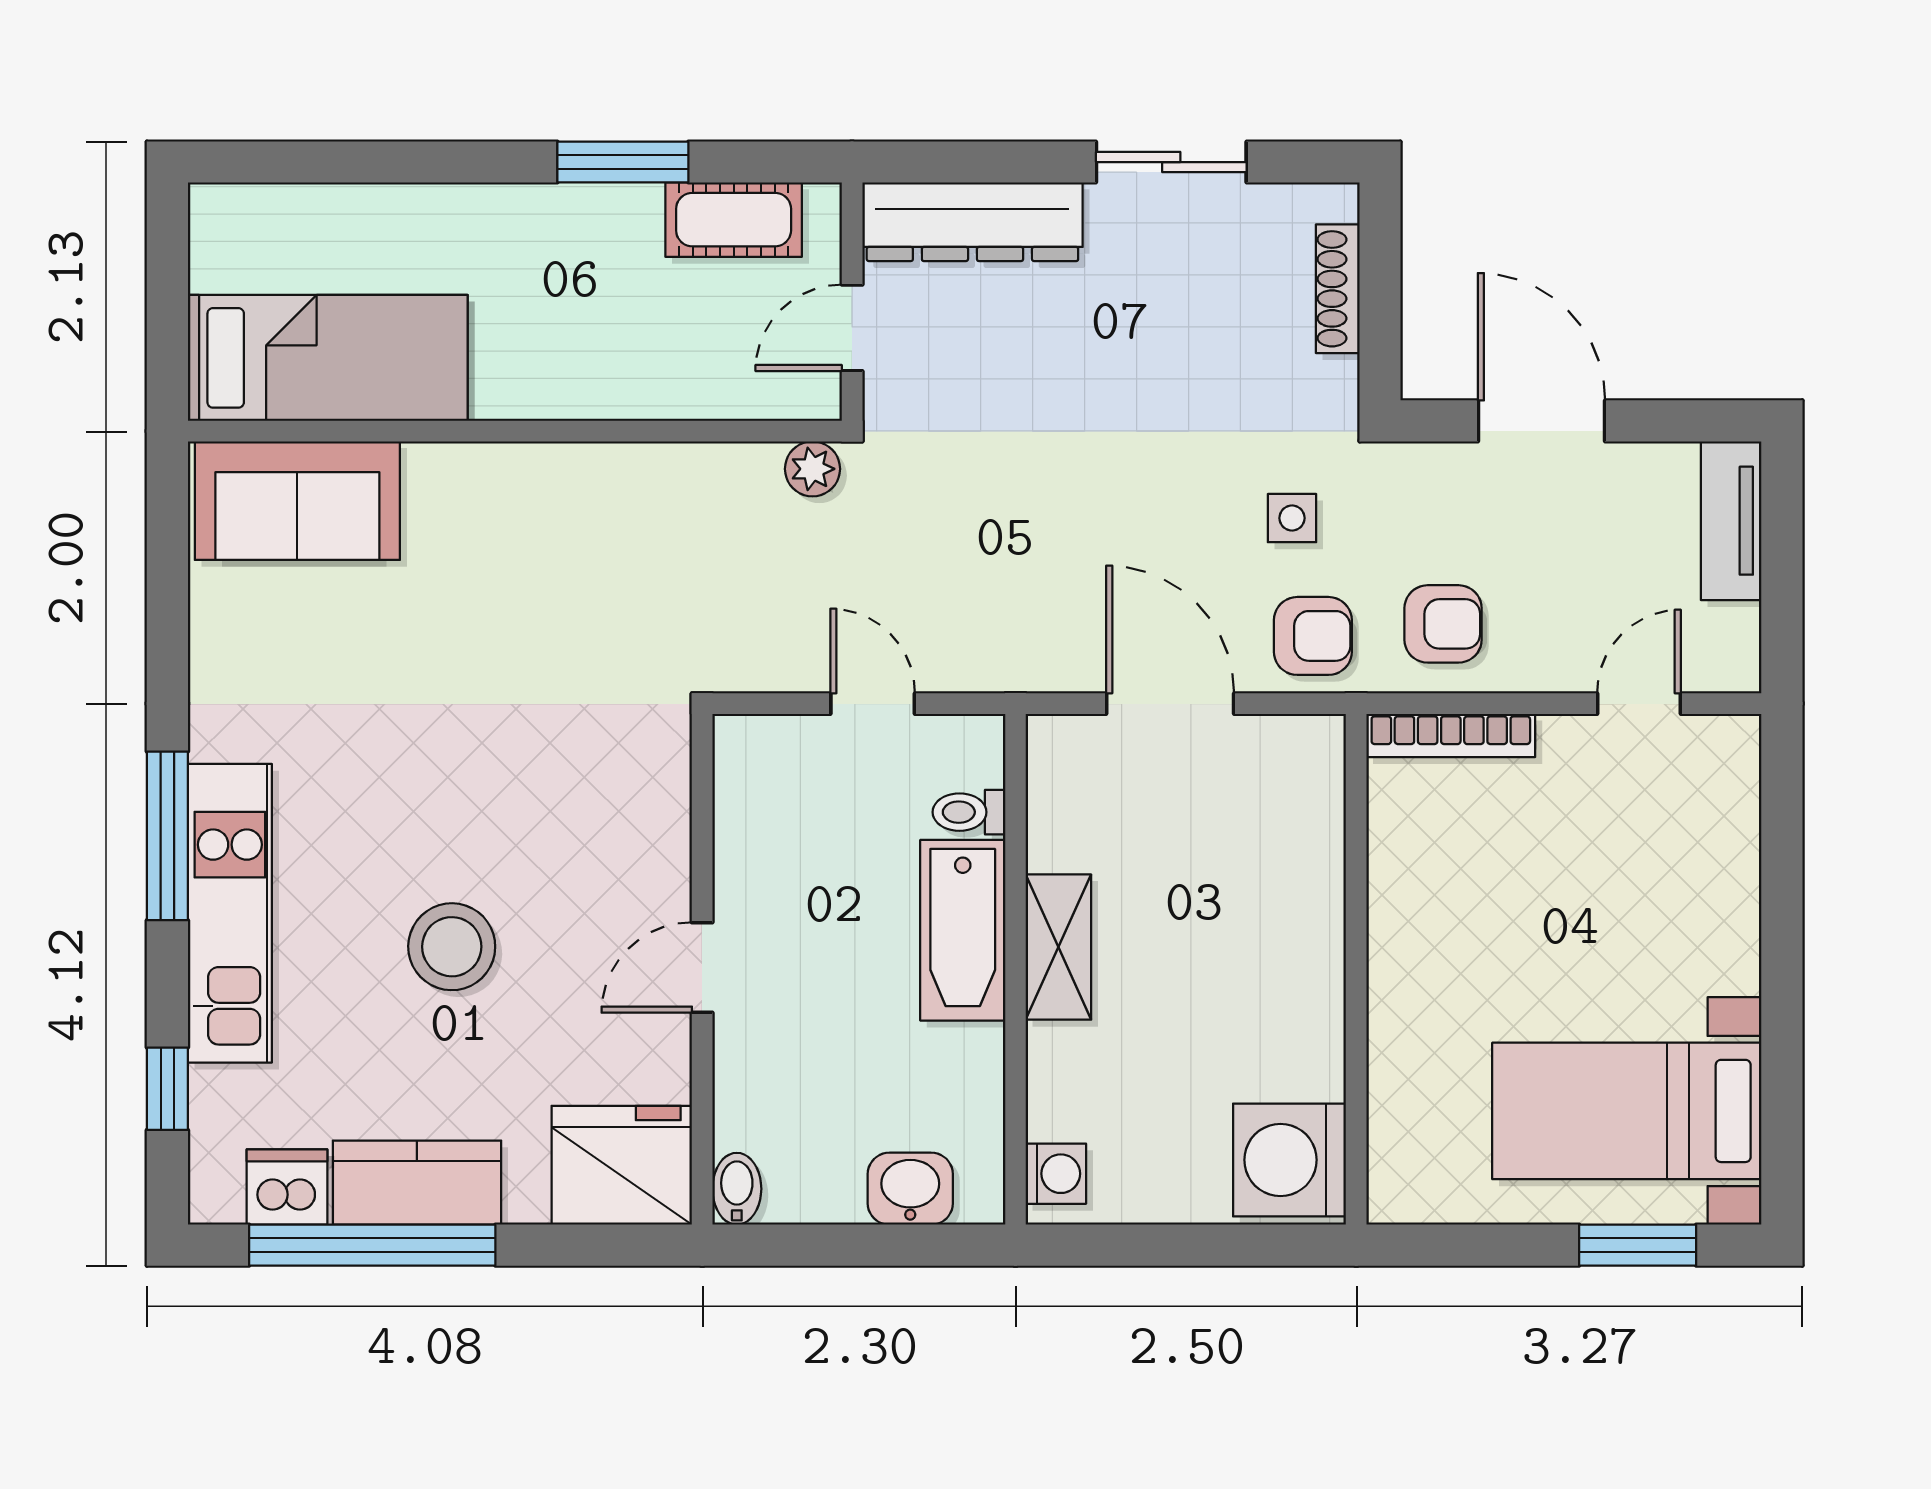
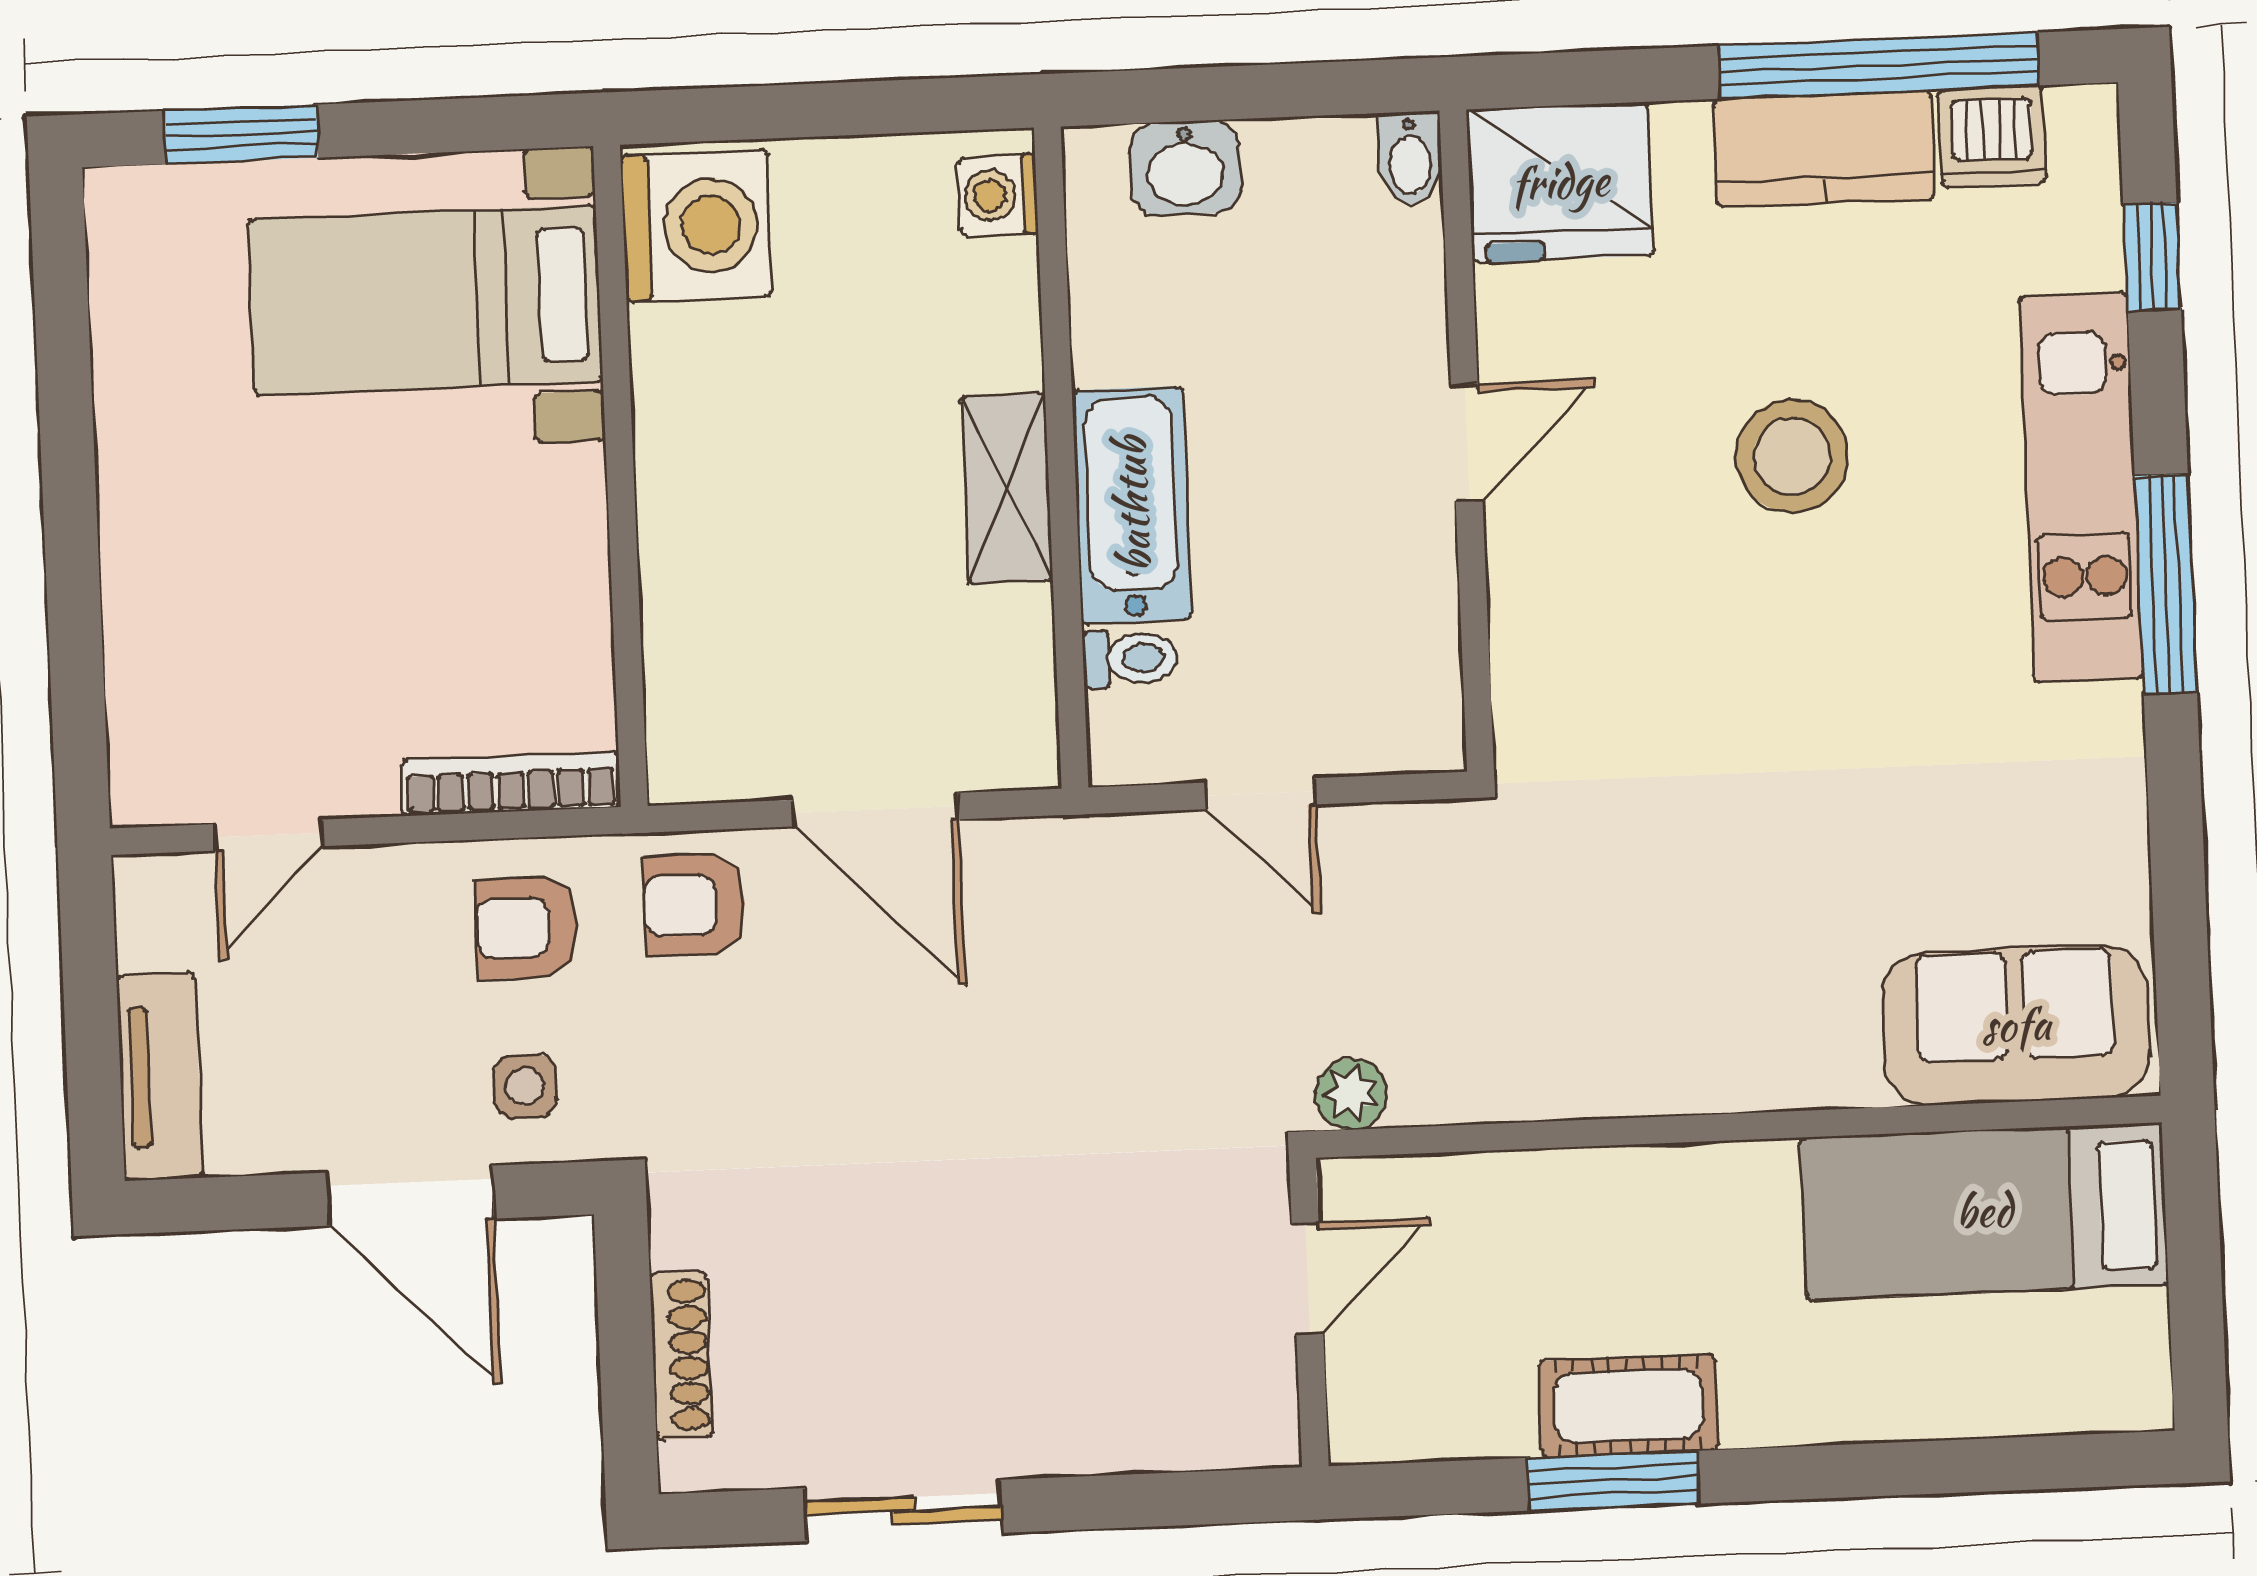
cot: (734, 220) -> (1628, 1405), moved
dresser: (972, 222) -> (1157, 1422), removed
side table: (1292, 518) -> (525, 1086), moved
bed with nightstands: (1627, 1111) -> (425, 300), moved, turned 180

